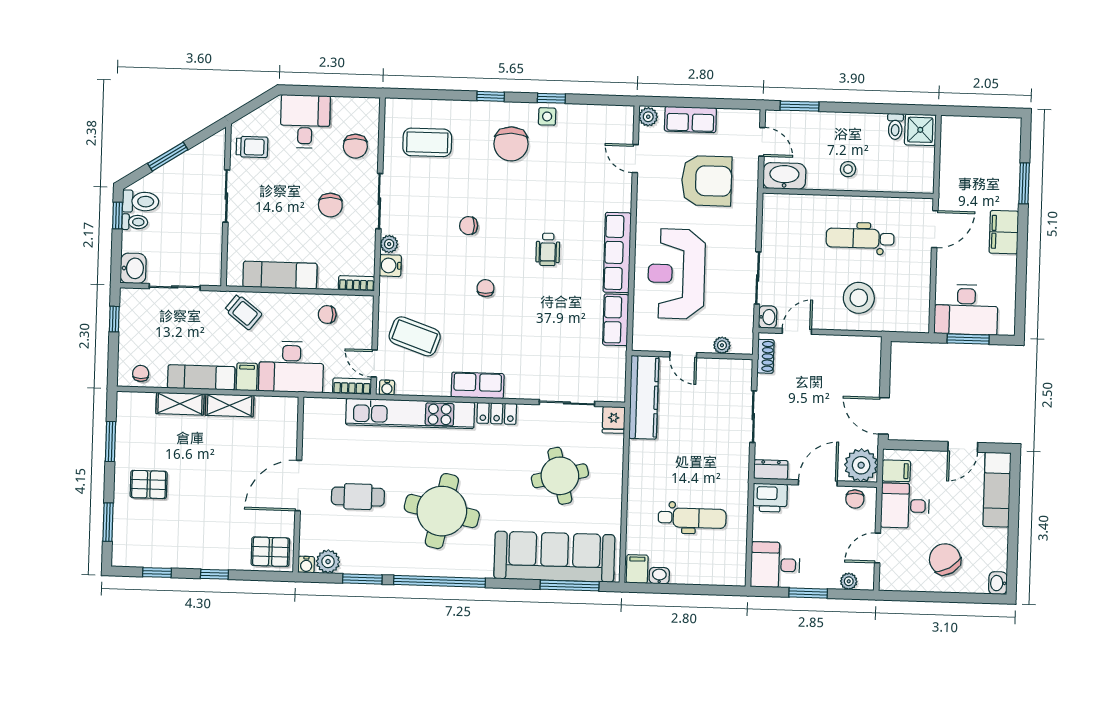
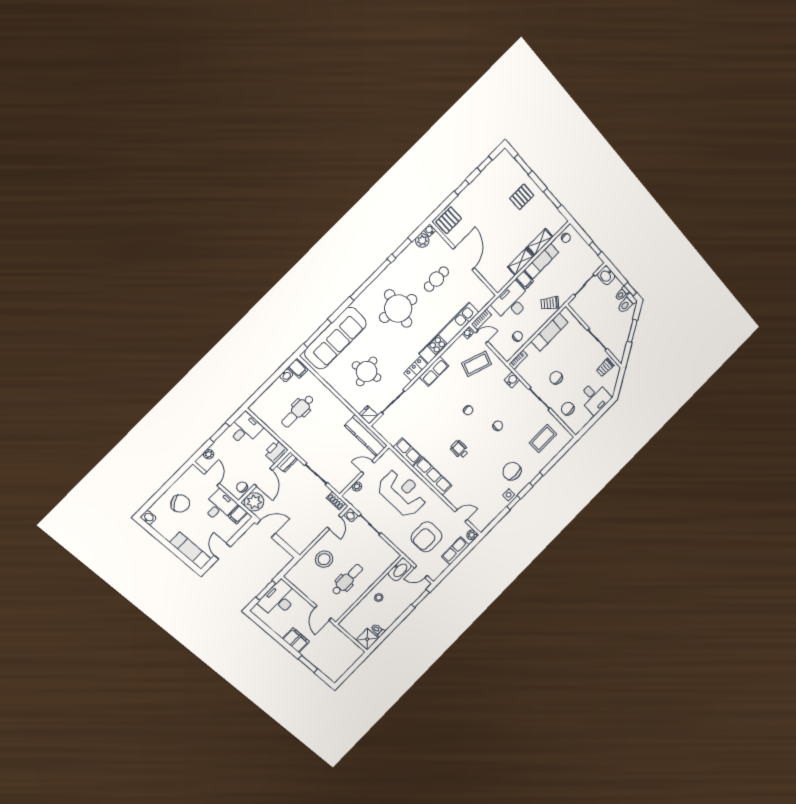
plant: (389, 244) -> (520, 387), removed

